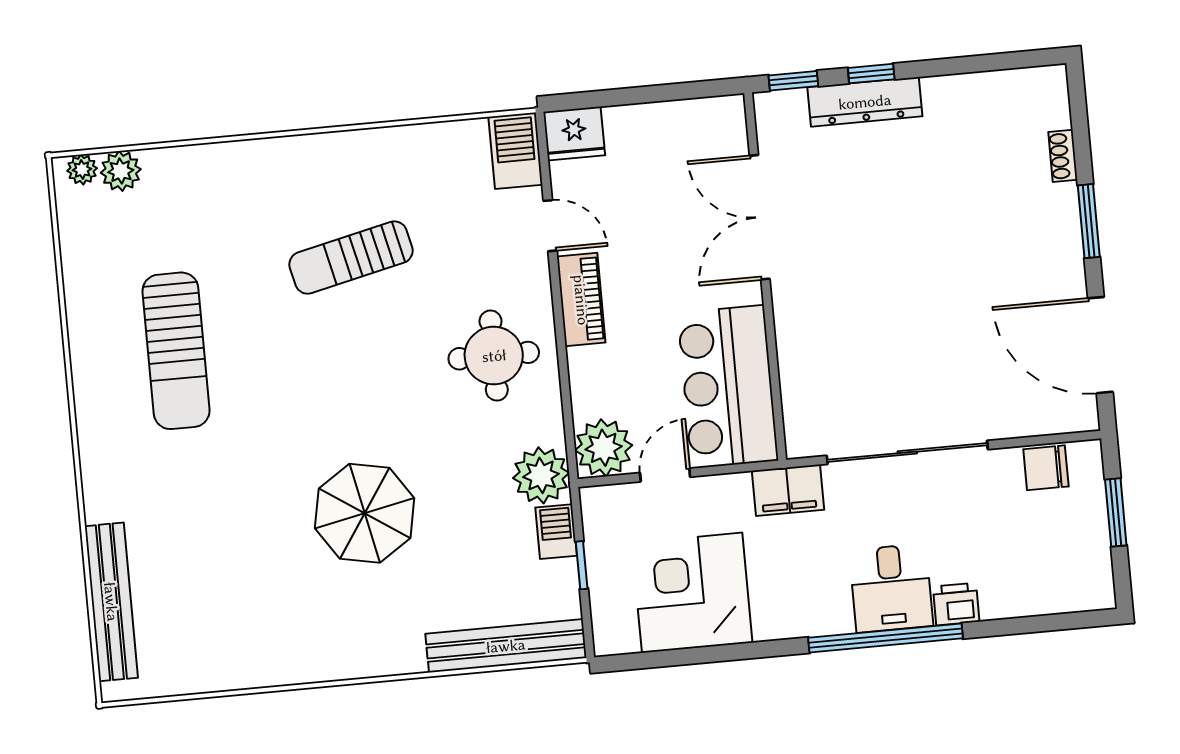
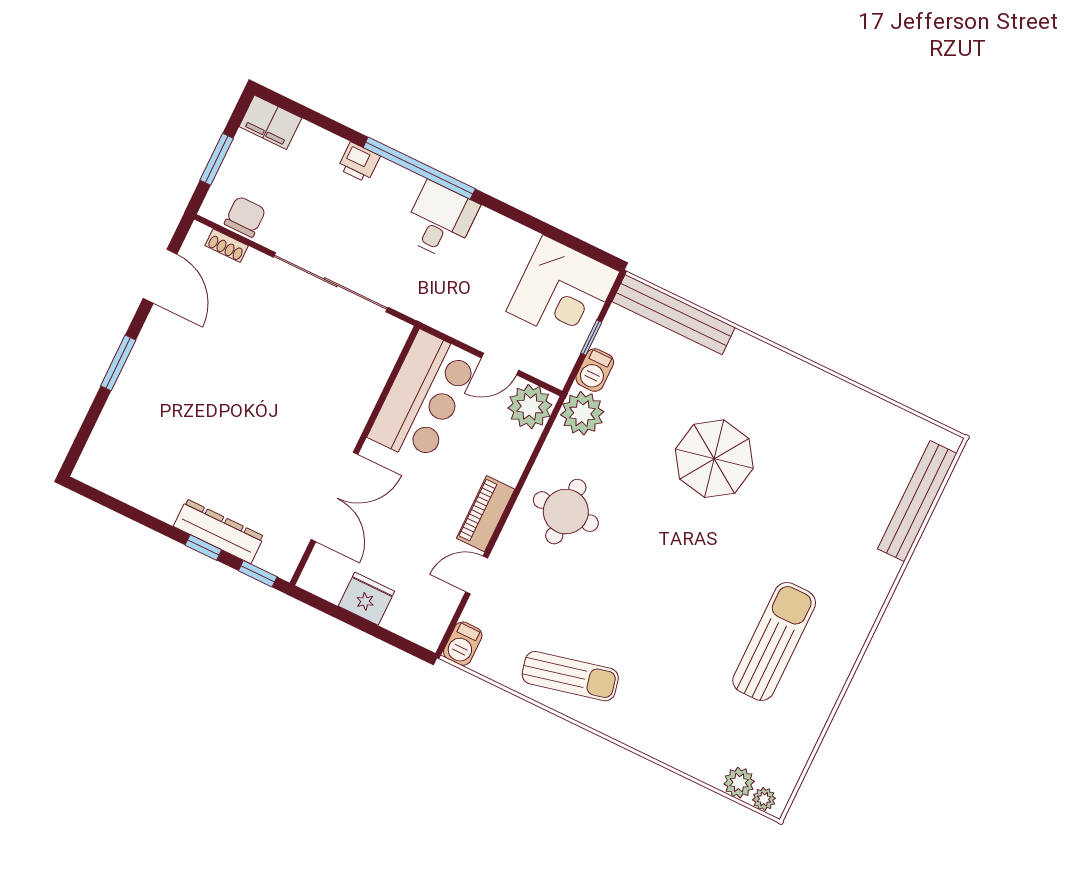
fridge: (574, 134) -> (366, 599), moved
barbecue: (516, 151) -> (463, 644), width x0.73, depth x0.79
shoe rack: (1063, 156) -> (227, 246), moved, turned 90
door: (550, 226) -> (477, 575), hinge flipped
sun lounger: (351, 258) -> (570, 676), moved
door: (1100, 345) -> (160, 276), width x0.73
chair: (1046, 468) -> (245, 217), turned -90
filing cabinet: (788, 490) -> (270, 122), moved, turned 180
desk: (891, 588) -> (440, 220), moved
corner desk: (692, 593) -> (563, 292), moved

